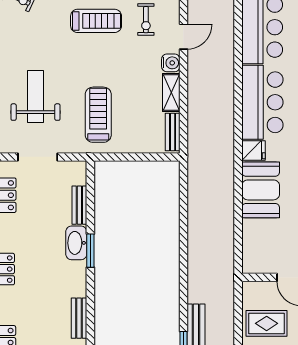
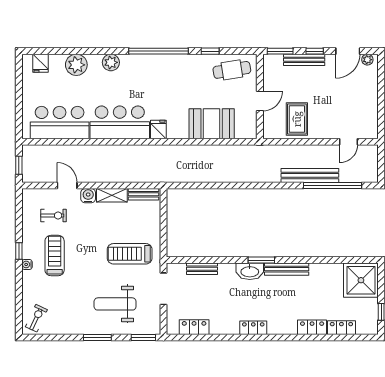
doorway: (38, 157) -> (164, 289), moved
booth: (261, 190) -> (212, 124), moved
washbasin: (76, 243) -> (250, 271), moved
window: (90, 251) -> (261, 260), moved
bench: (79, 318) -> (287, 269), width x1.36

